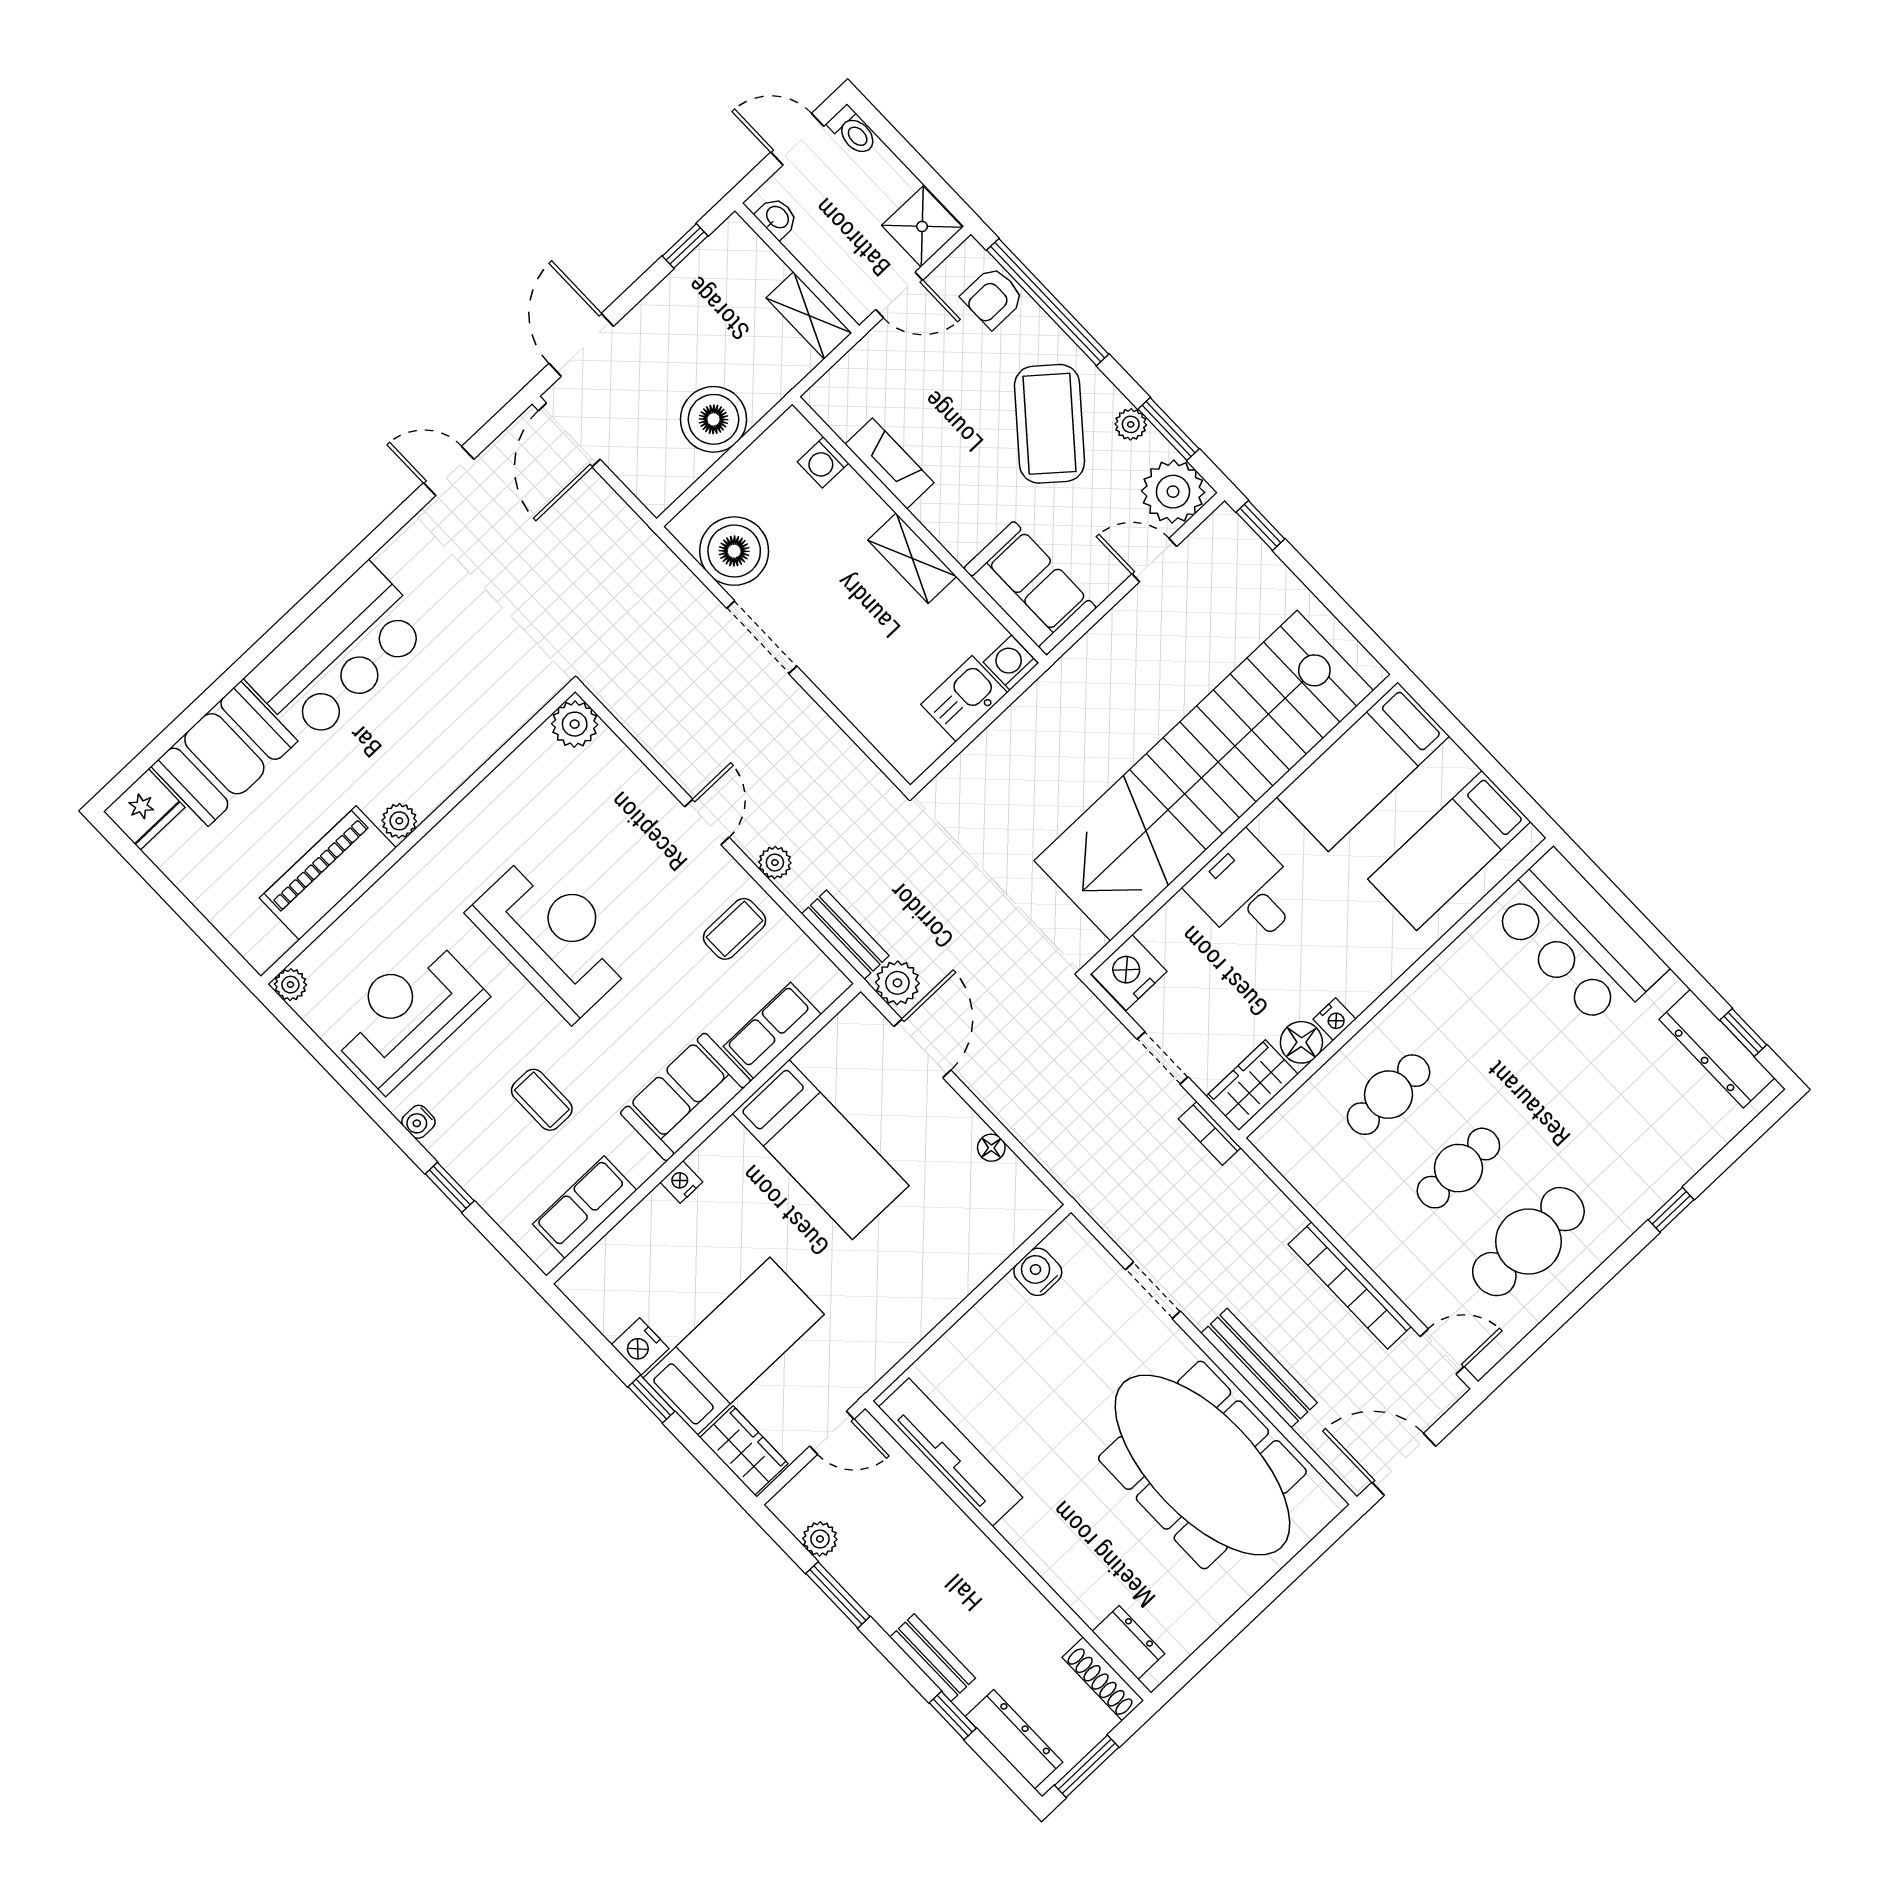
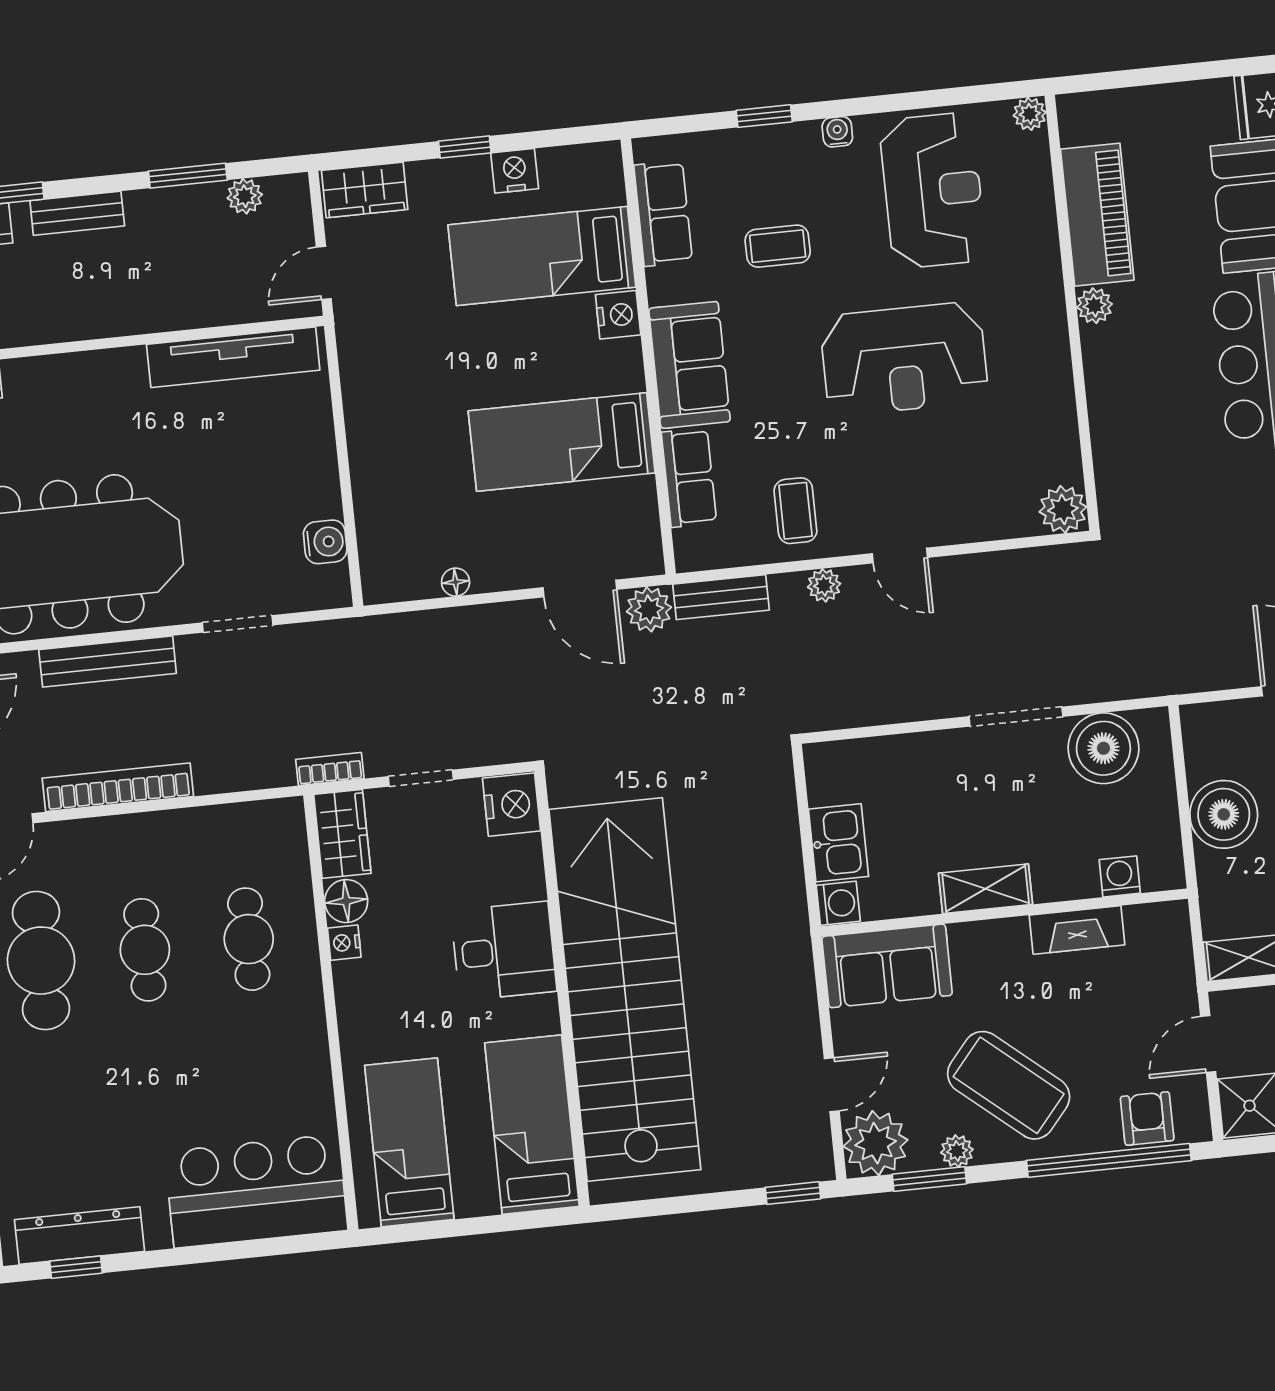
nightstand: (681, 1182) -> (618, 315), width x1.39, depth x1.35
bed: (734, 1346) -> (542, 256), moved, turned 90

